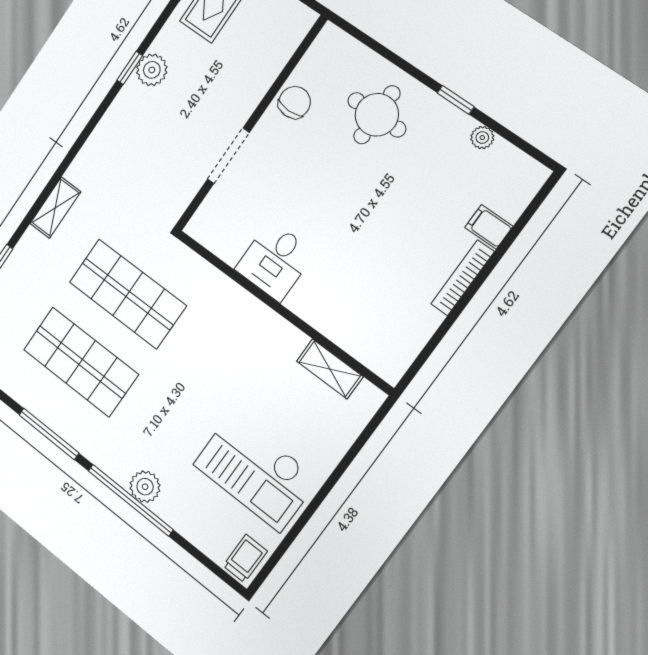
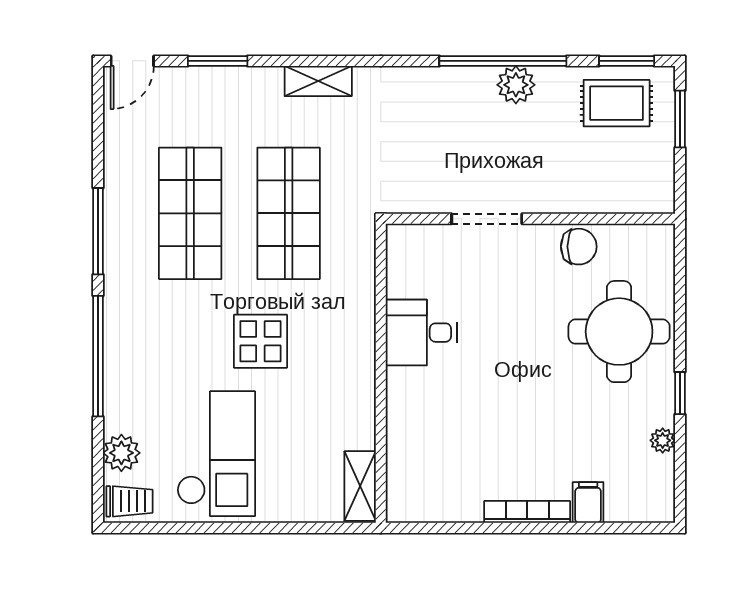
window: (130, 68) -> (503, 61), width x3.17
round table: (377, 115) -> (619, 332), width x1.36, depth x1.36
shelving: (330, 369) -> (360, 486), moved
display table: (200, 380) -> (260, 341), added
checkout: (256, 472) -> (216, 454), turned 180
plant: (145, 487) -> (121, 453), moved

